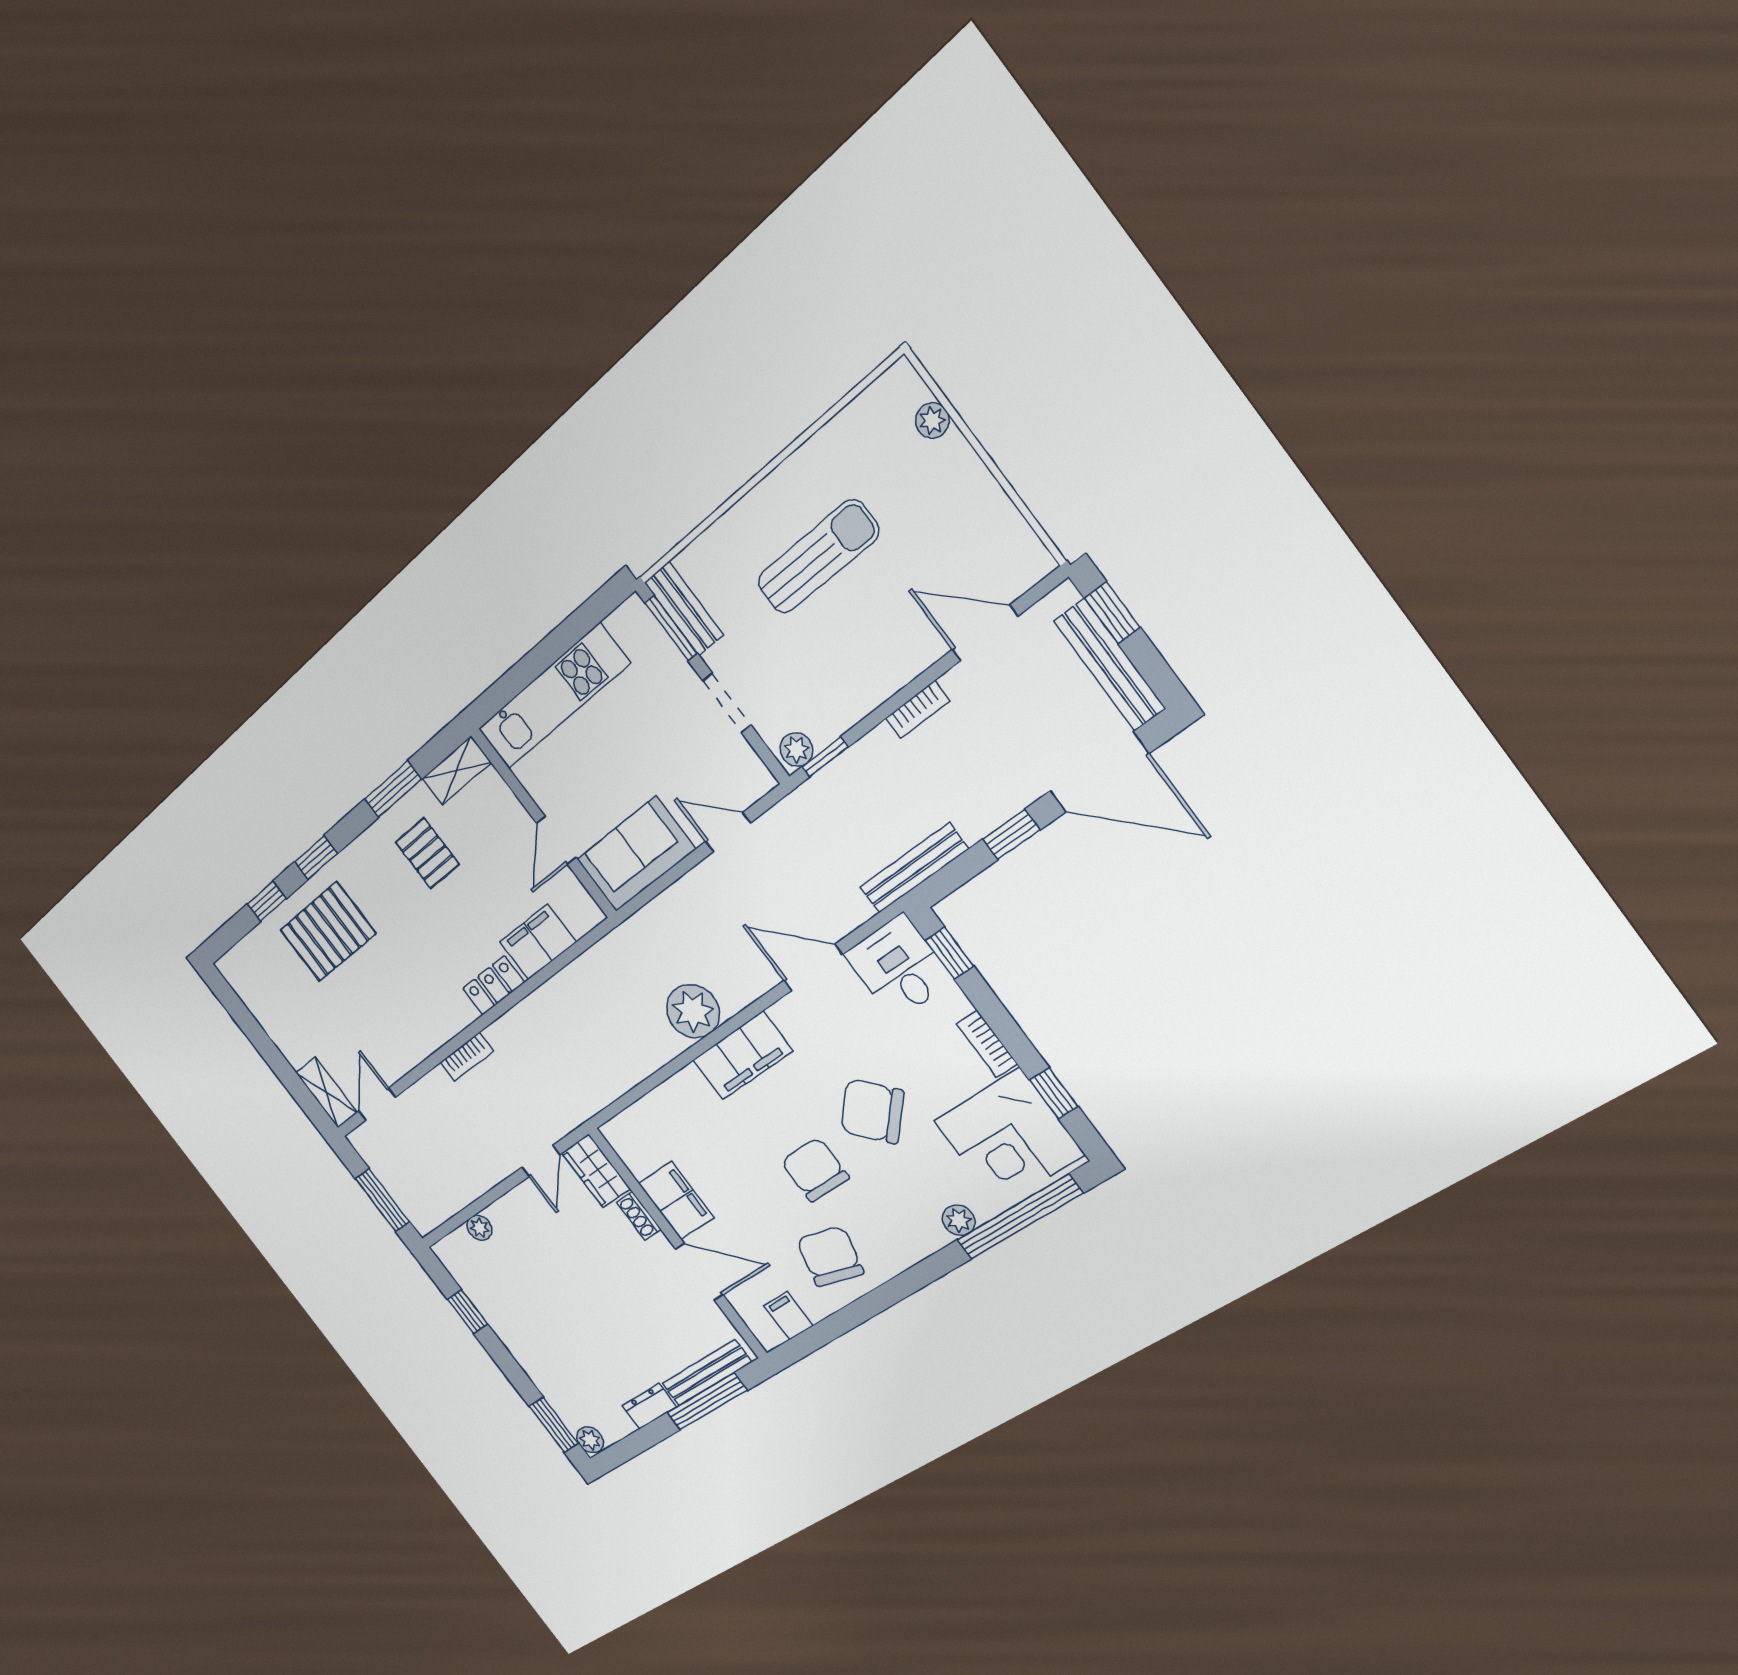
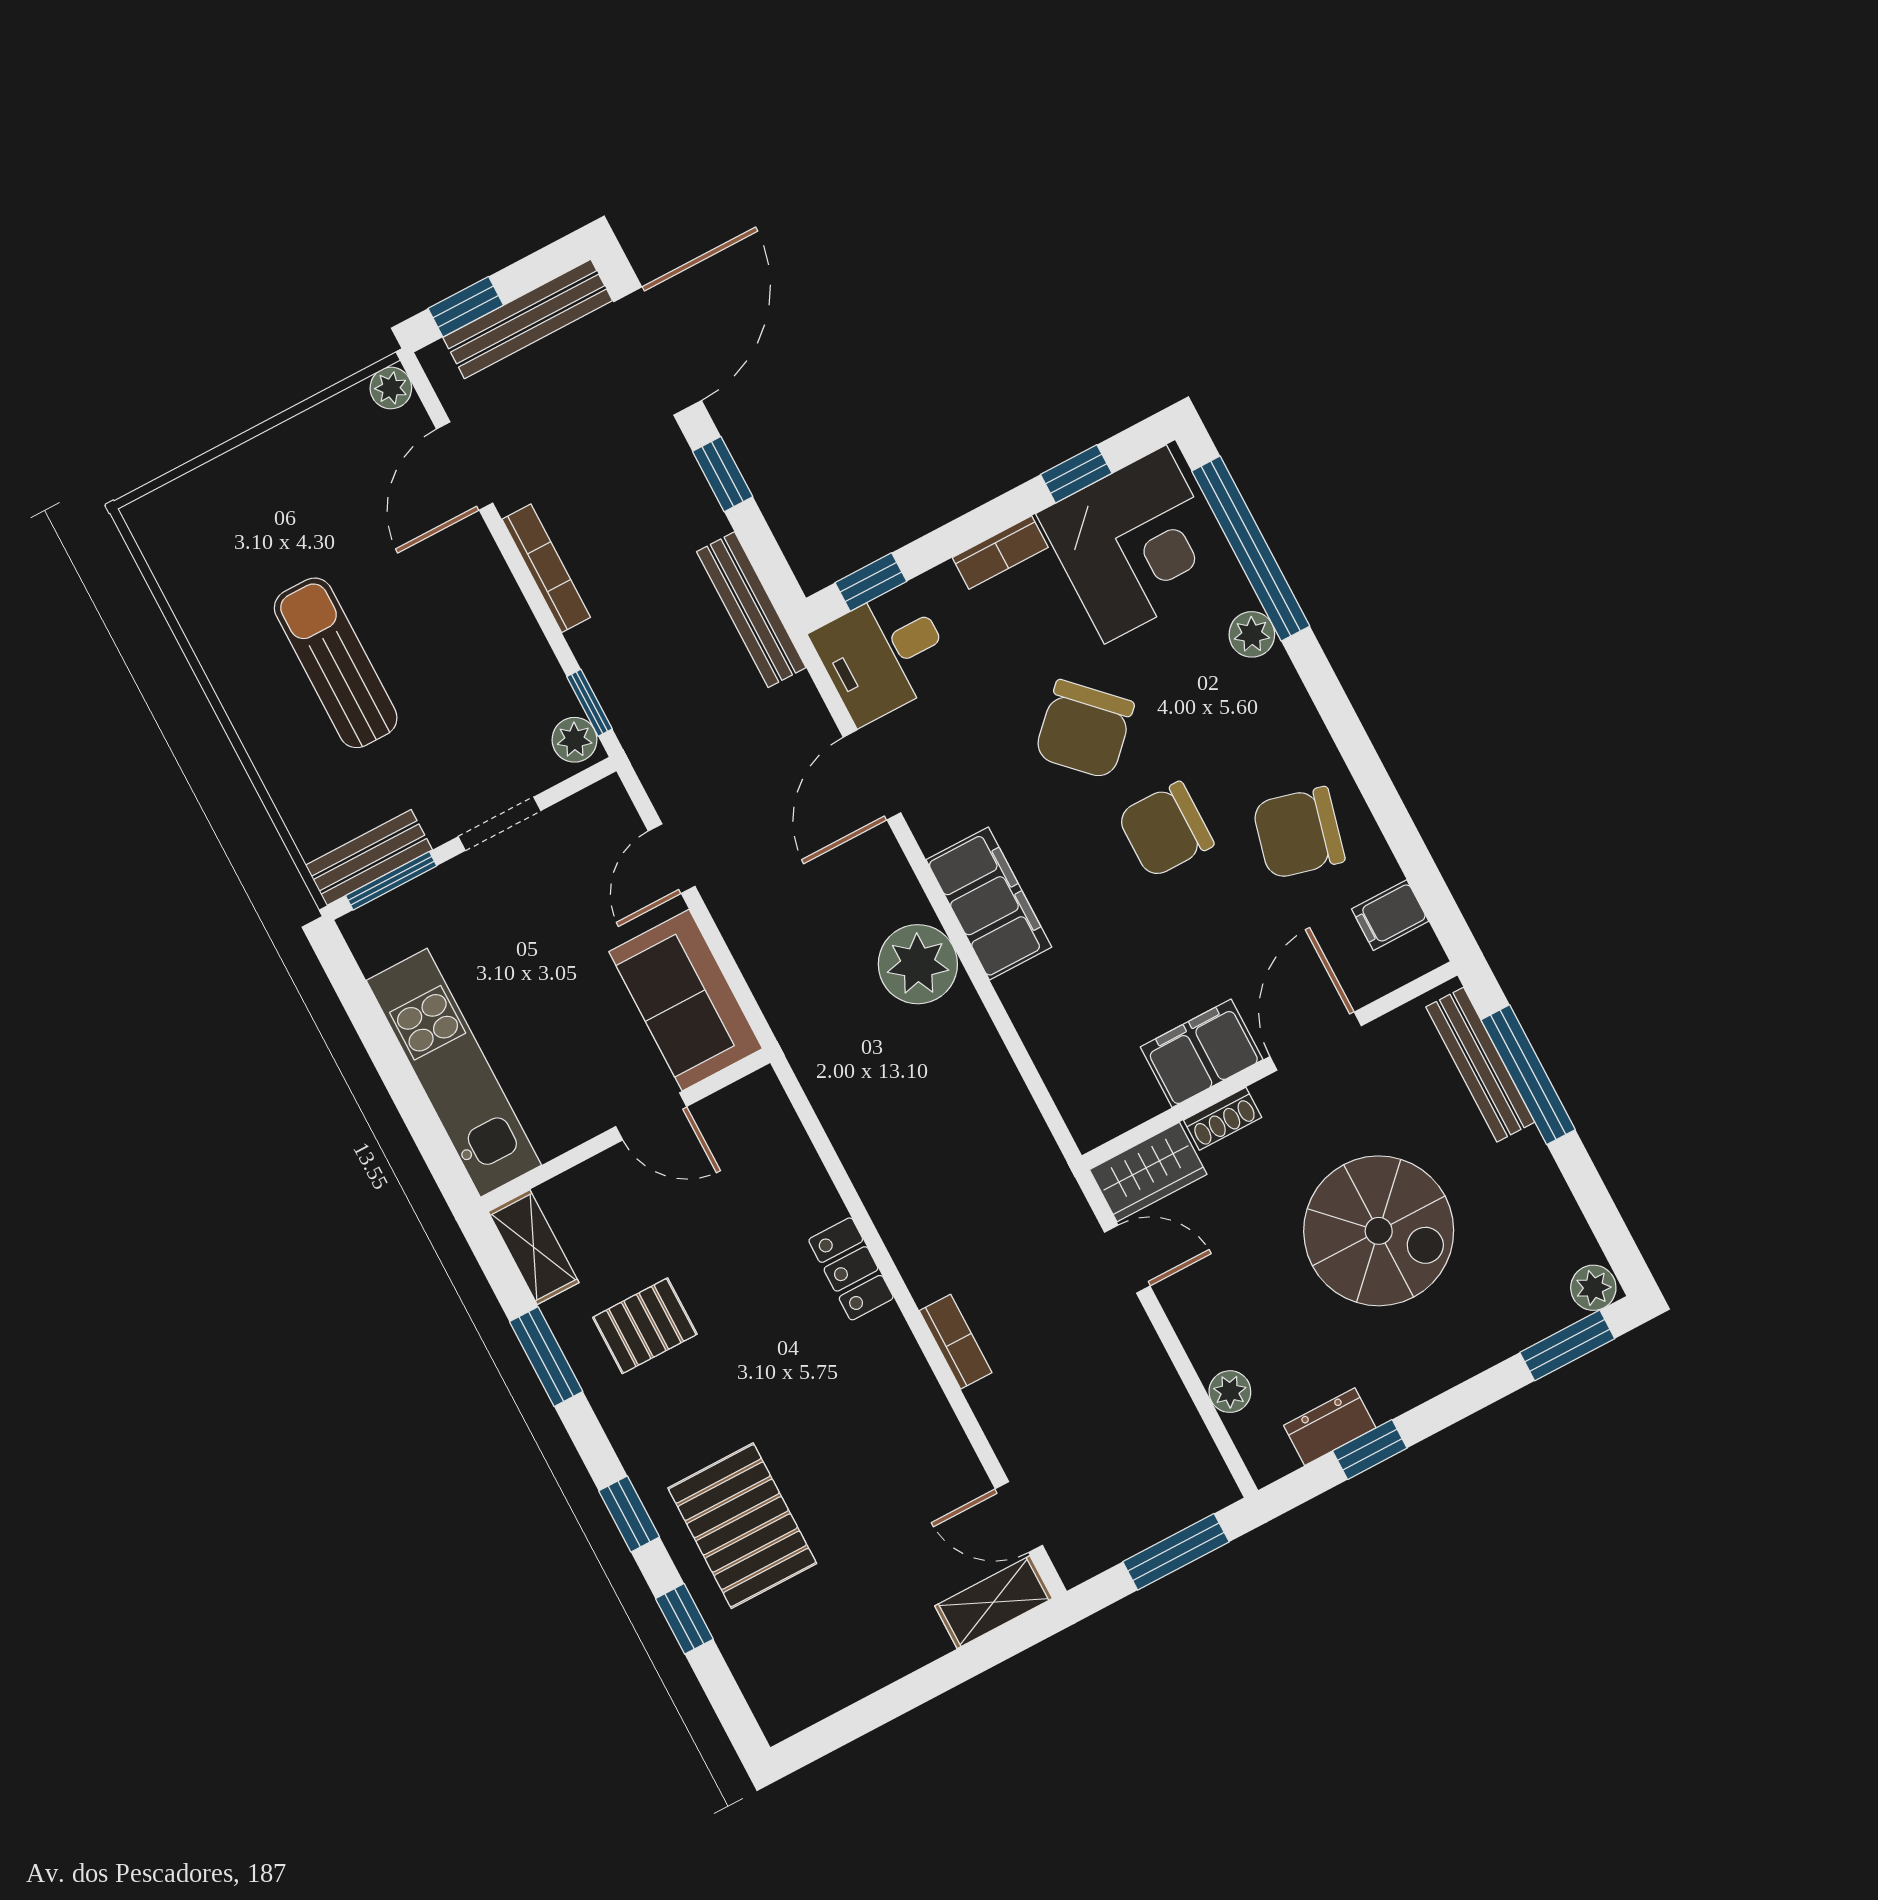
plant: (932, 420) -> (391, 388), moved
bookcase: (918, 709) -> (546, 568), width x1.56
filing cabinet: (538, 942) -> (794, 1181), removed
spiral stairs: (593, 1314) -> (1379, 1231), added
dresser: (649, 1406) -> (1330, 1427), moved, turned 90

